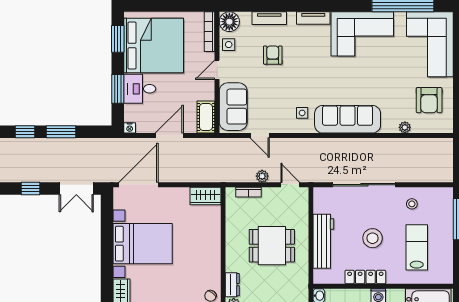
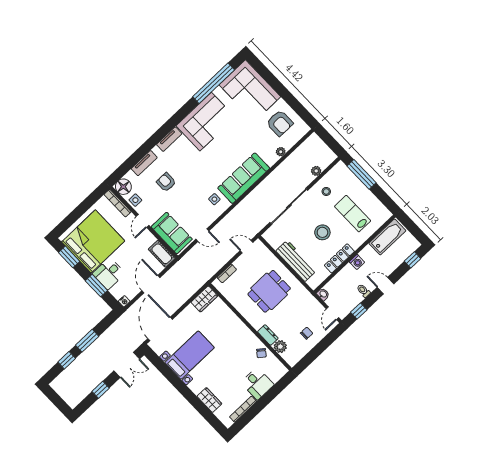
plant: (262, 176) -> (316, 171), moved
bed with nightstands: (143, 244) -> (190, 355), width x0.73

